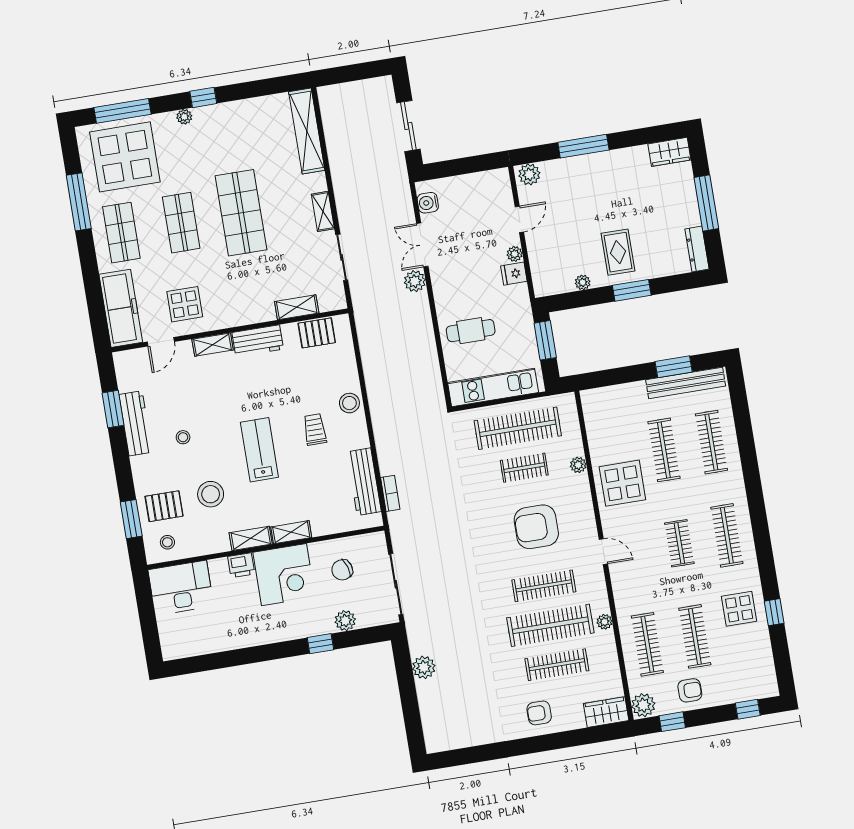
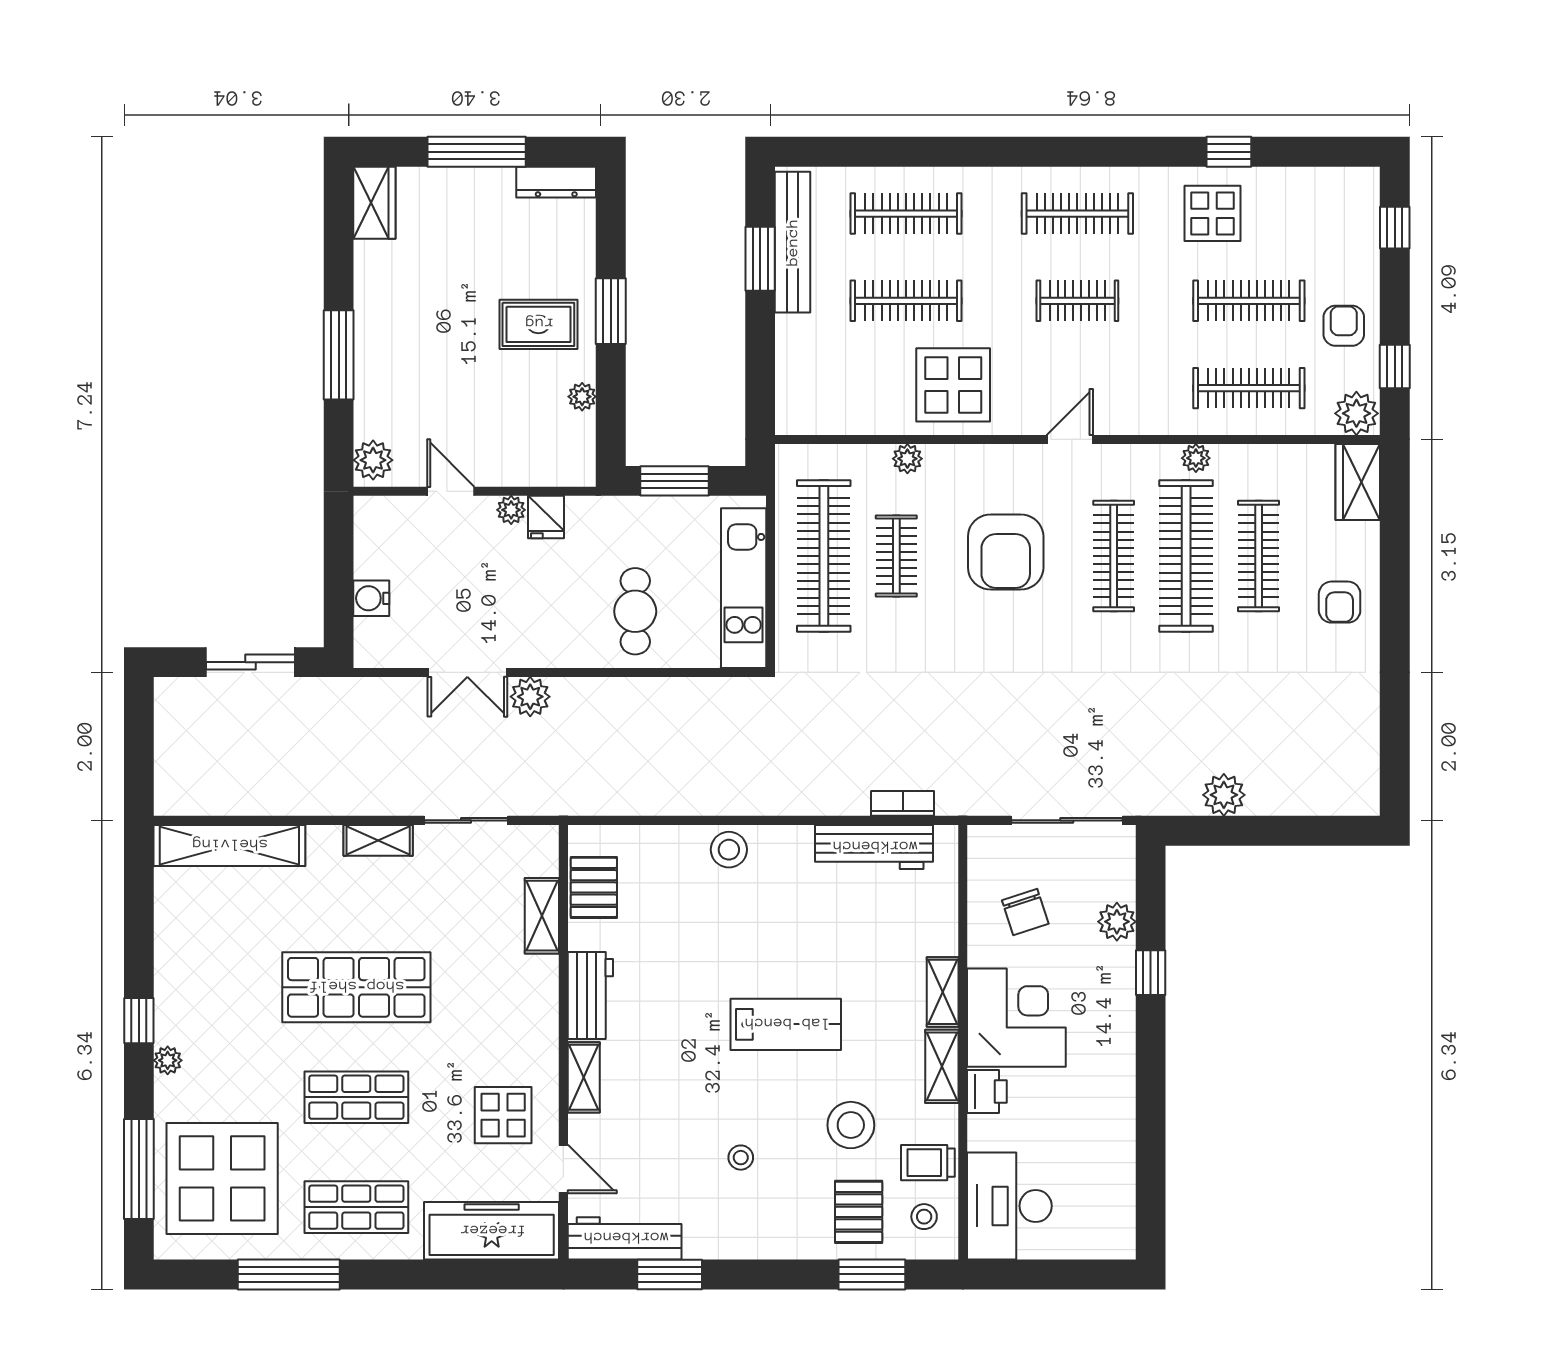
water cooler: (428, 203) -> (371, 598), moved, turned 90
workbench: (136, 423) -> (625, 1238), moved
trolley: (315, 429) -> (928, 1163), moved
lab bench: (259, 450) -> (786, 1024), turned 180

